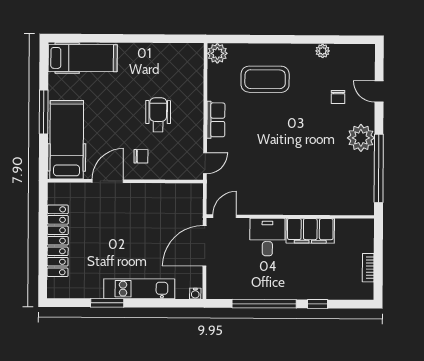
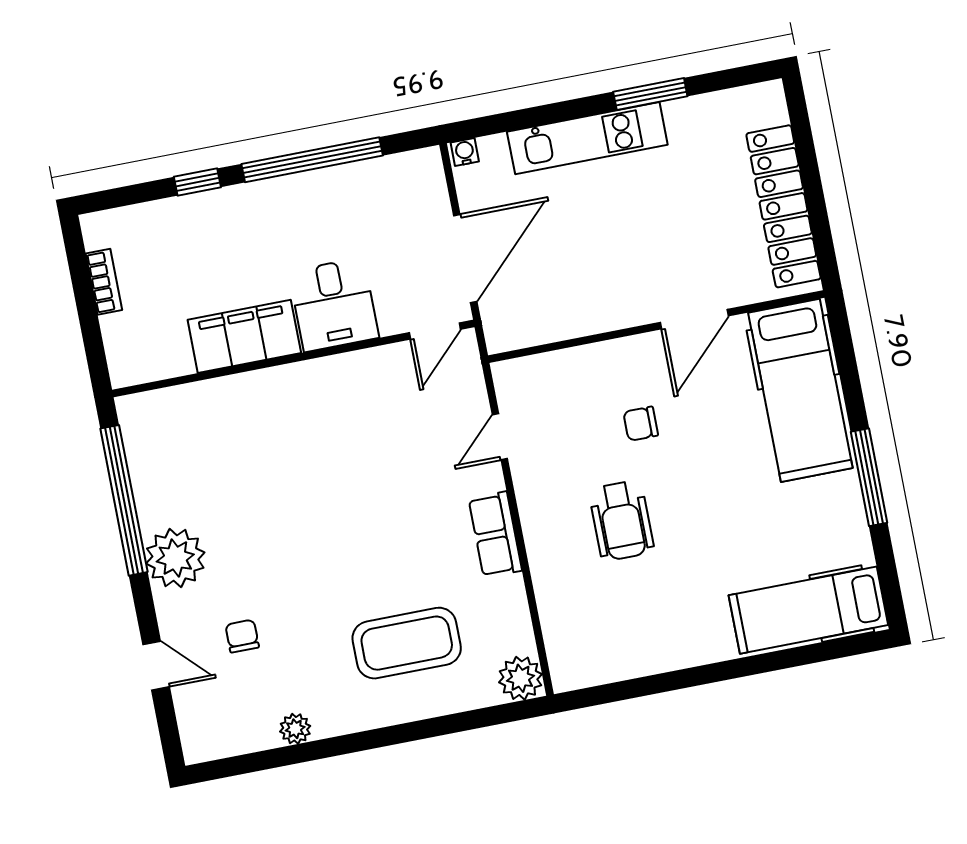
hospital bed: (67, 140) -> (800, 390), moved
door: (108, 181) -> (694, 319), moved
wall: (125, 181) -> (656, 327), moved

